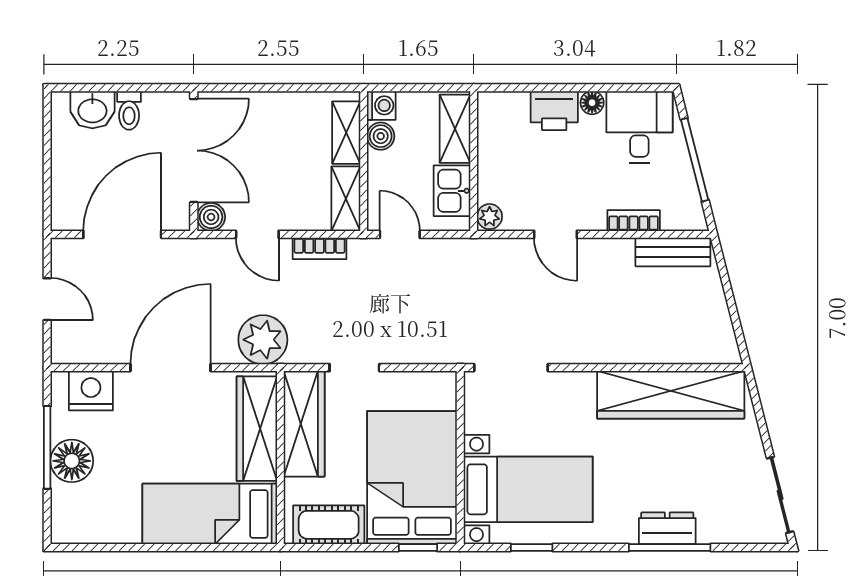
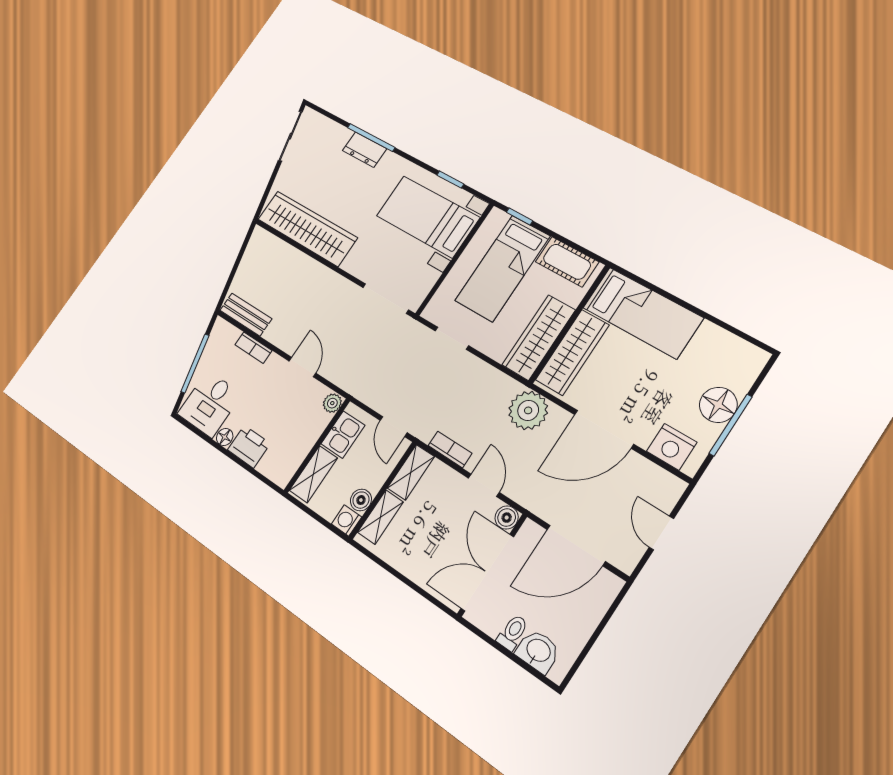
doorway: (354, 368) -> (452, 338), moved
bed: (412, 478) -> (503, 268), width x0.67

